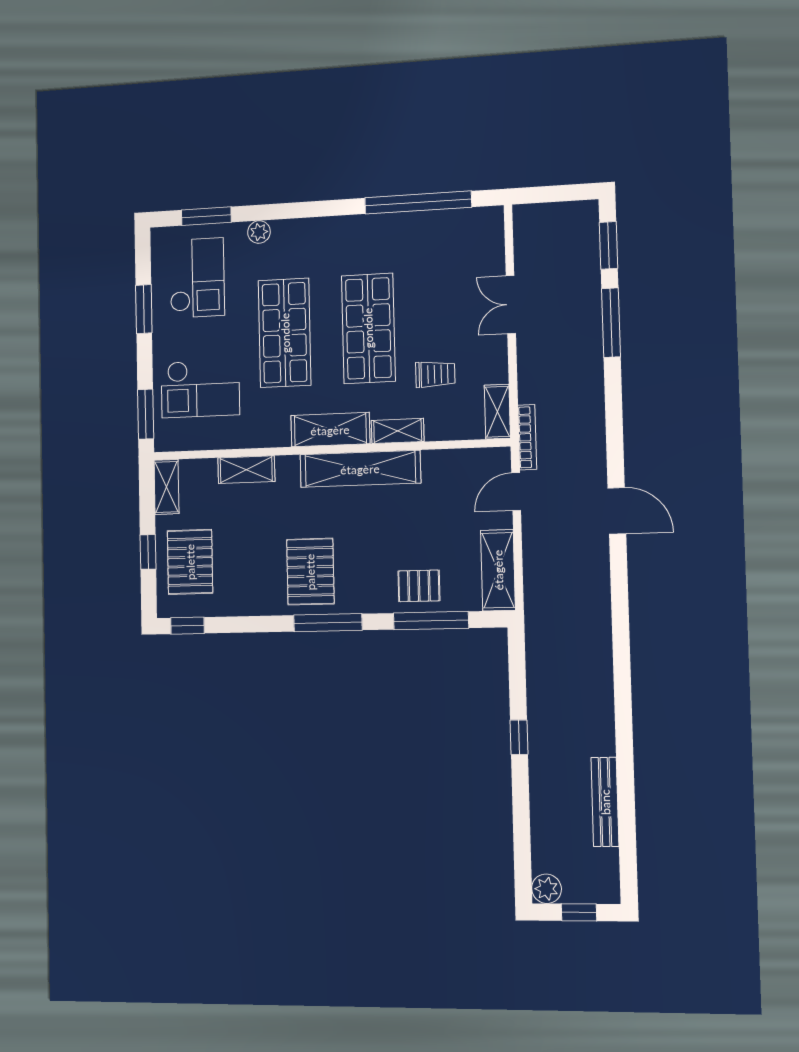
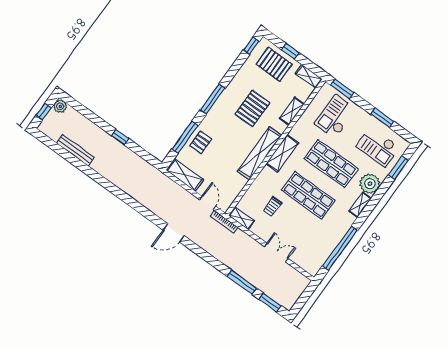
plant: (259, 232) -> (370, 184), width x1.88, depth x1.88
shelving: (398, 431) -> (360, 205), moved
pallet: (310, 572) -> (252, 108), moved, turned 90

